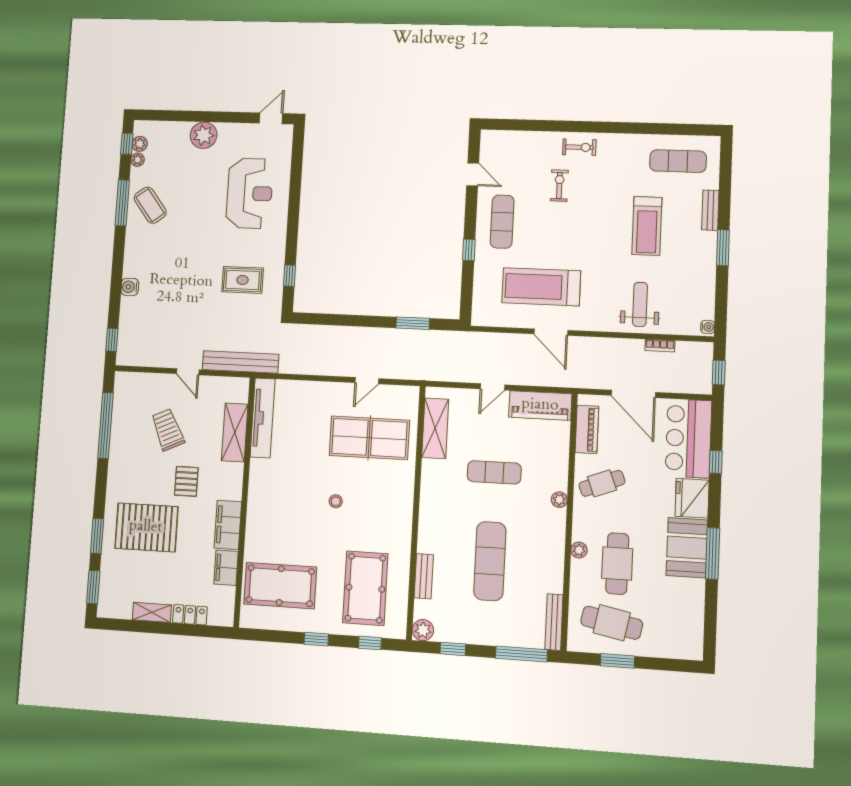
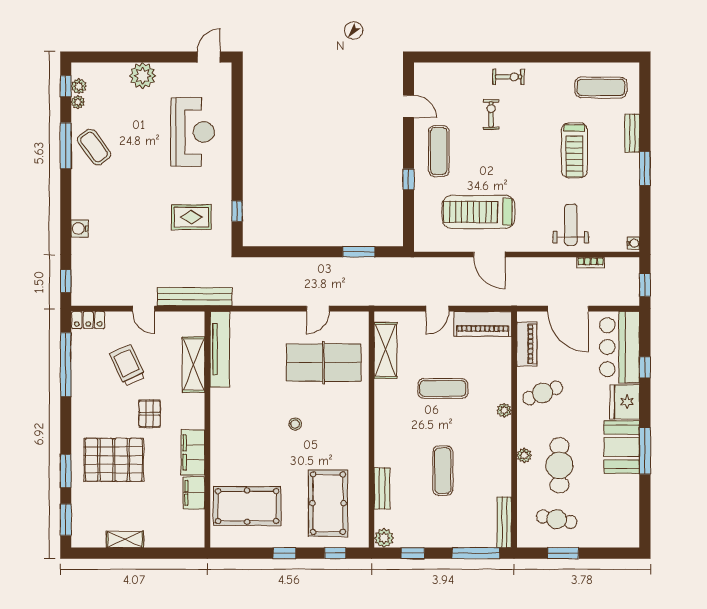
exercise mat: (490, 561) -> (443, 471), width x0.73, depth x0.69
locker: (190, 615) -> (88, 320), moved, turned 180
cafe table: (612, 623) -> (557, 519), width x0.73, depth x0.74

